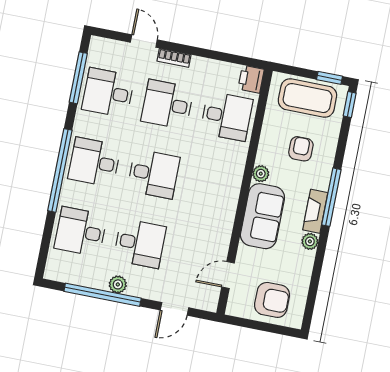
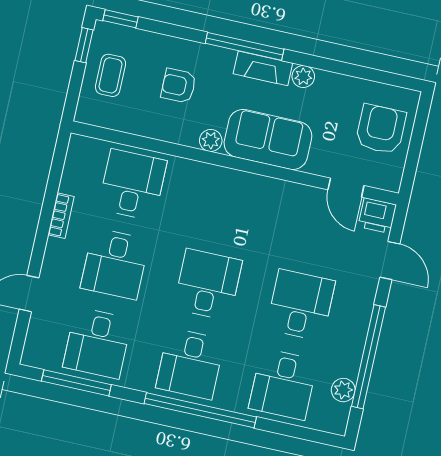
bookcase: (174, 58) -> (61, 216), moved
printer: (251, 79) -> (377, 216), moved
coffee table: (307, 98) -> (111, 75), width x0.54, depth x0.58
plant: (118, 284) -> (343, 390), moved

